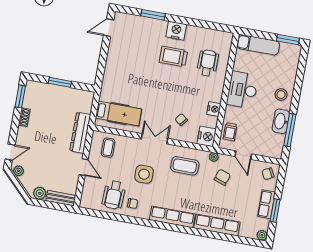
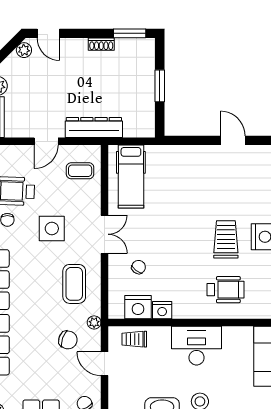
door: (109, 28) -> (233, 140), moved
nightstand: (207, 136) -> (138, 307), moved
door: (243, 155) -> (104, 364), hinge flipped

